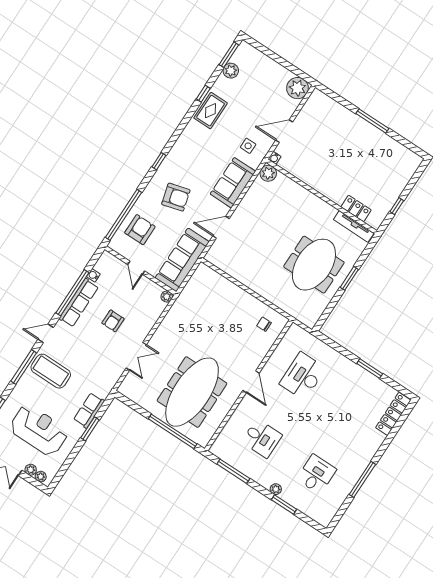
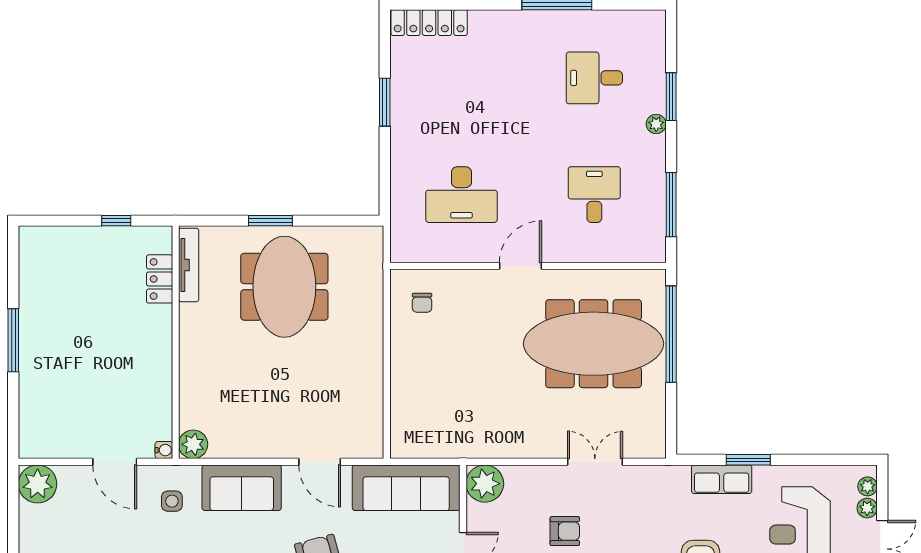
meeting table: (314, 265) -> (284, 287), turned 90
plant: (167, 297) -> (485, 484), width x1.88, depth x1.88

